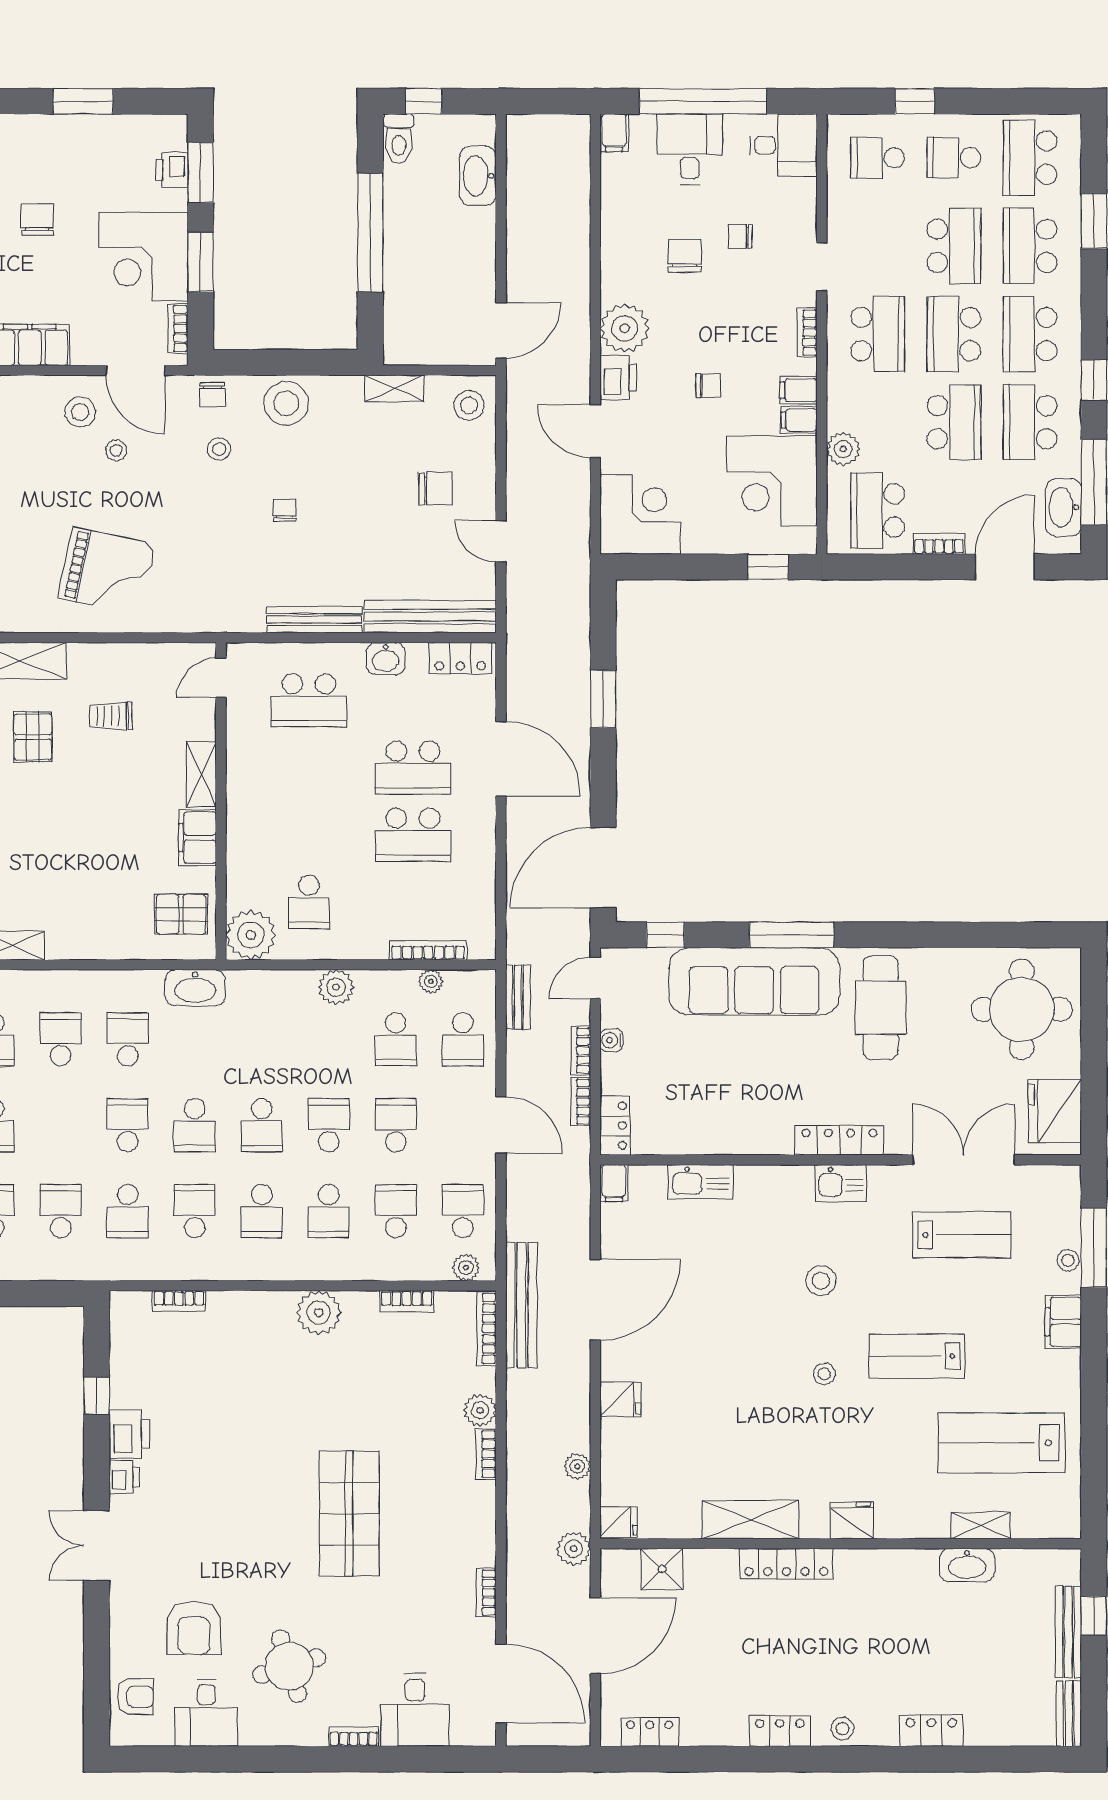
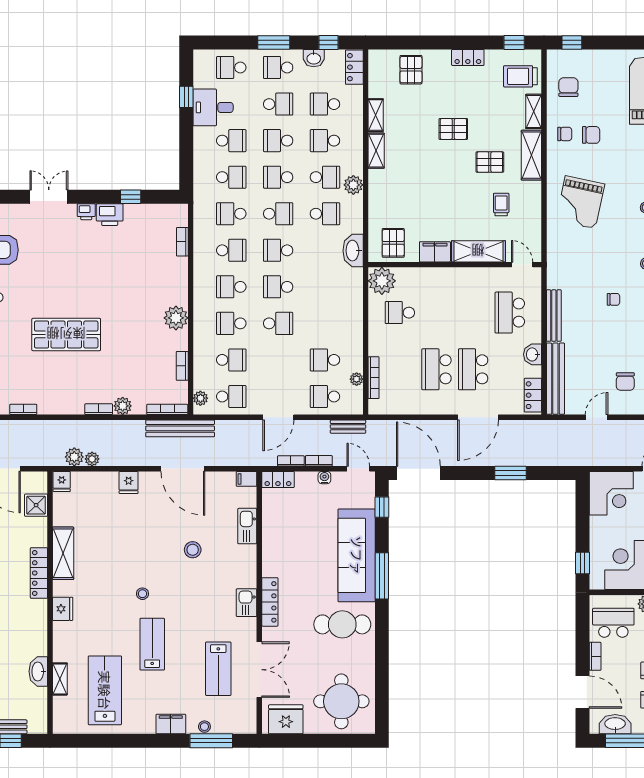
shelving: (201, 774) -> (478, 251), width x1.50, depth x1.33
plant: (336, 987) -> (353, 185), moved
school desk: (396, 1125) -> (278, 177), moved, turned 180
stool: (821, 1281) -> (193, 550), moved
plant: (574, 1549) -> (74, 457), moved

